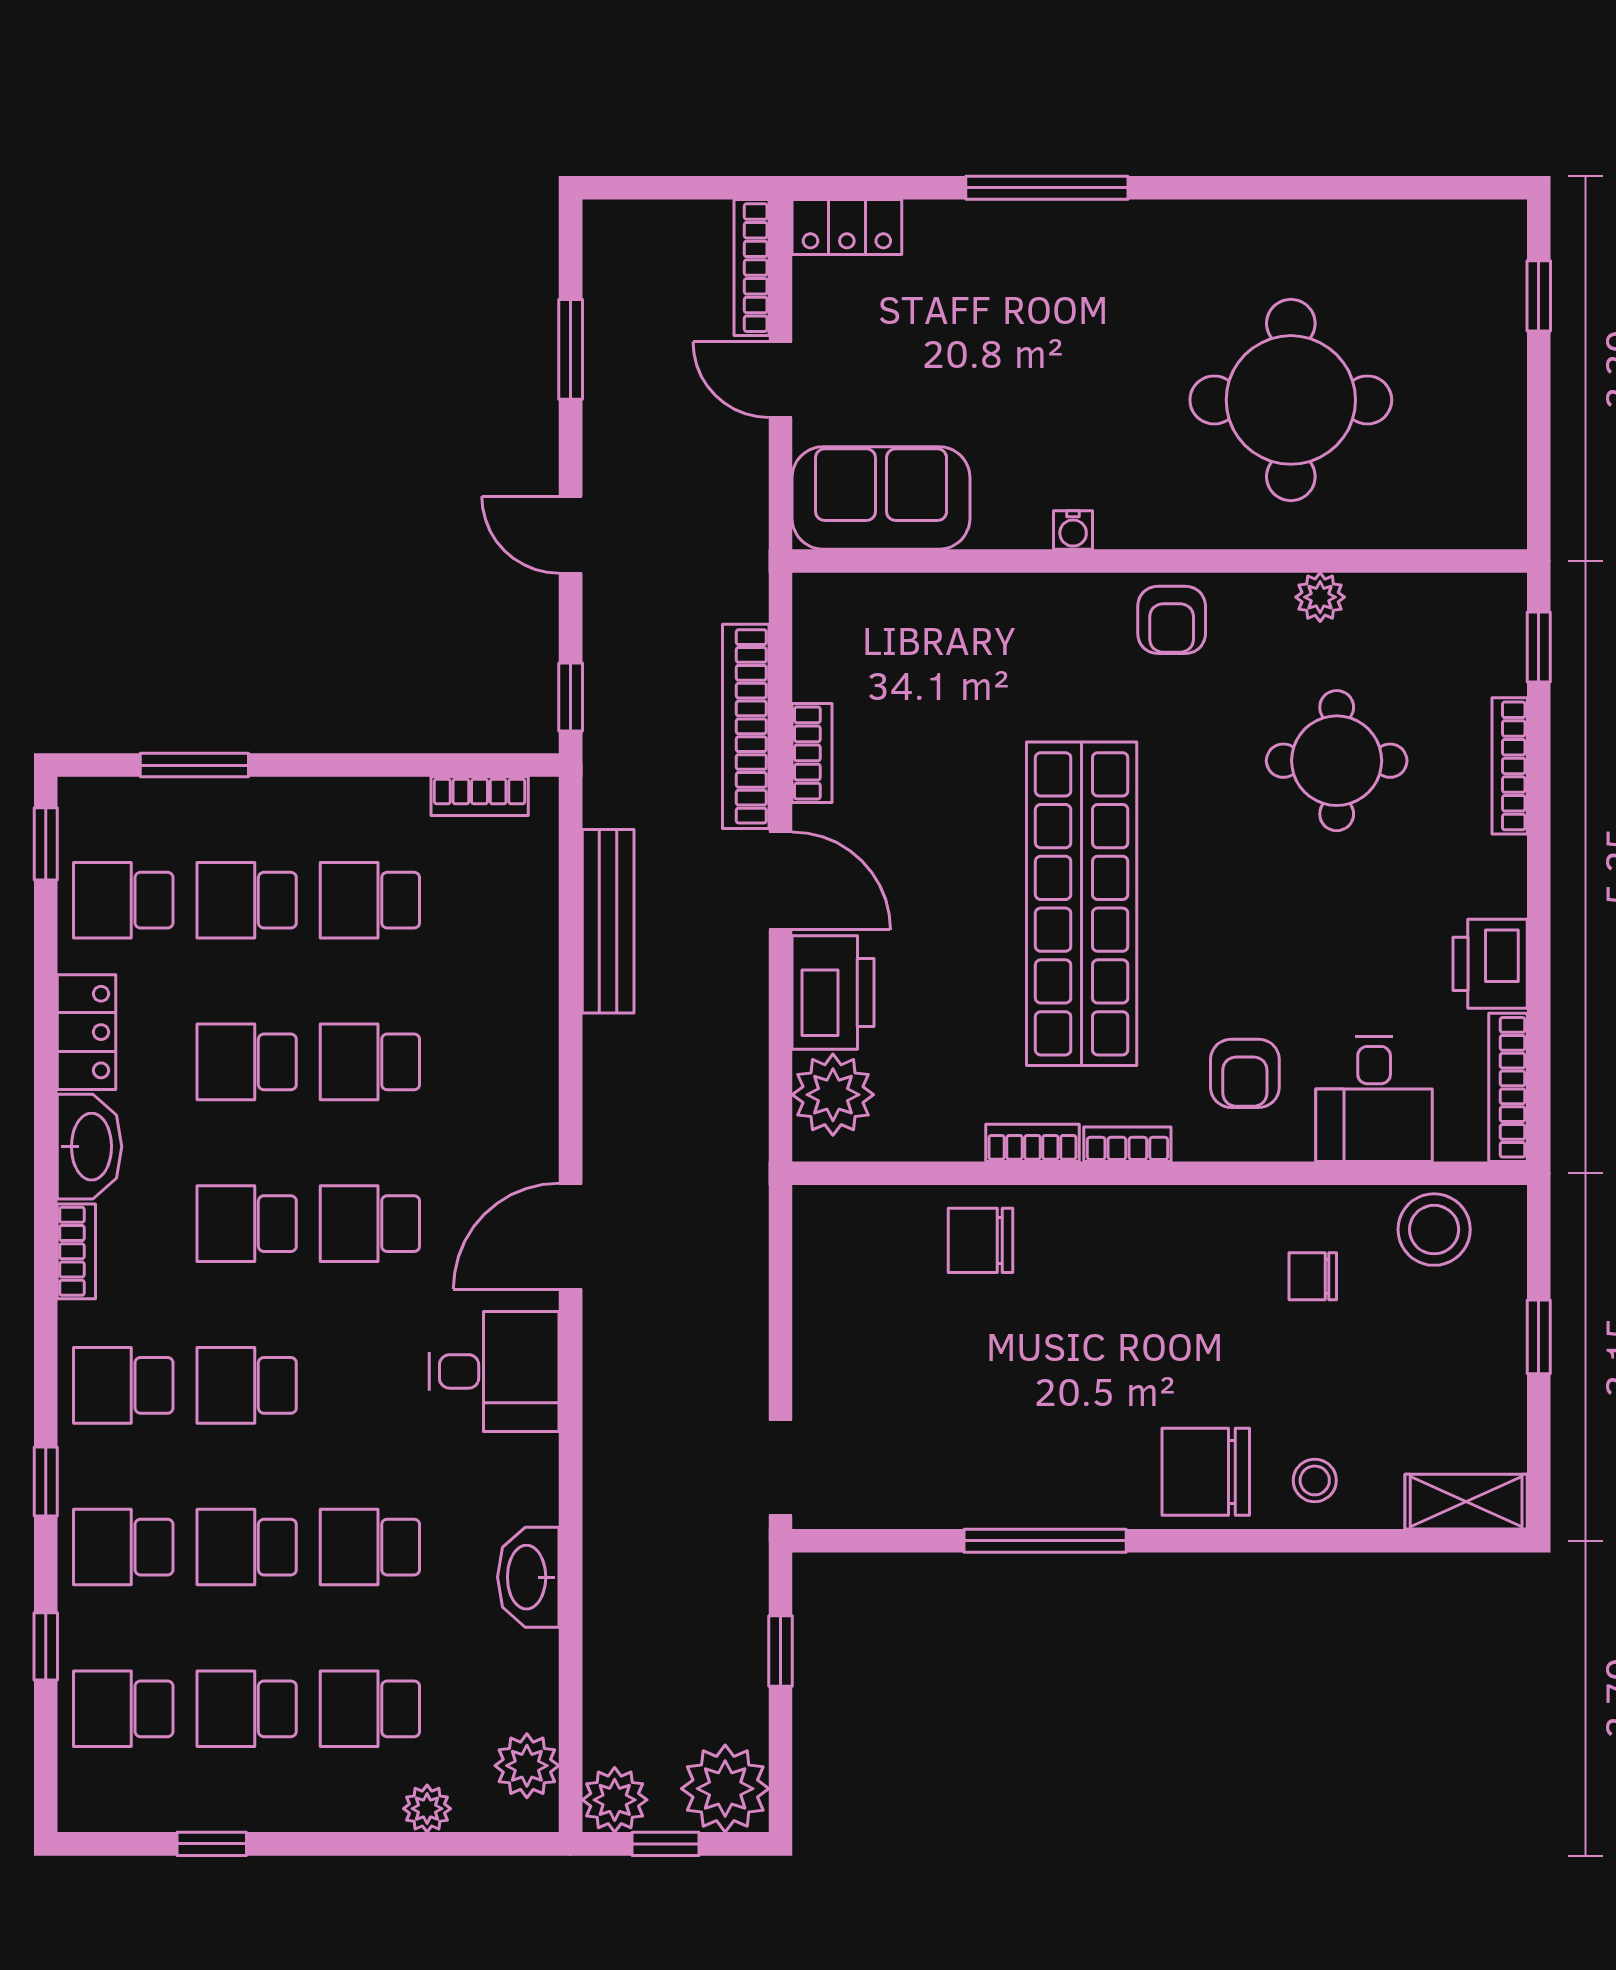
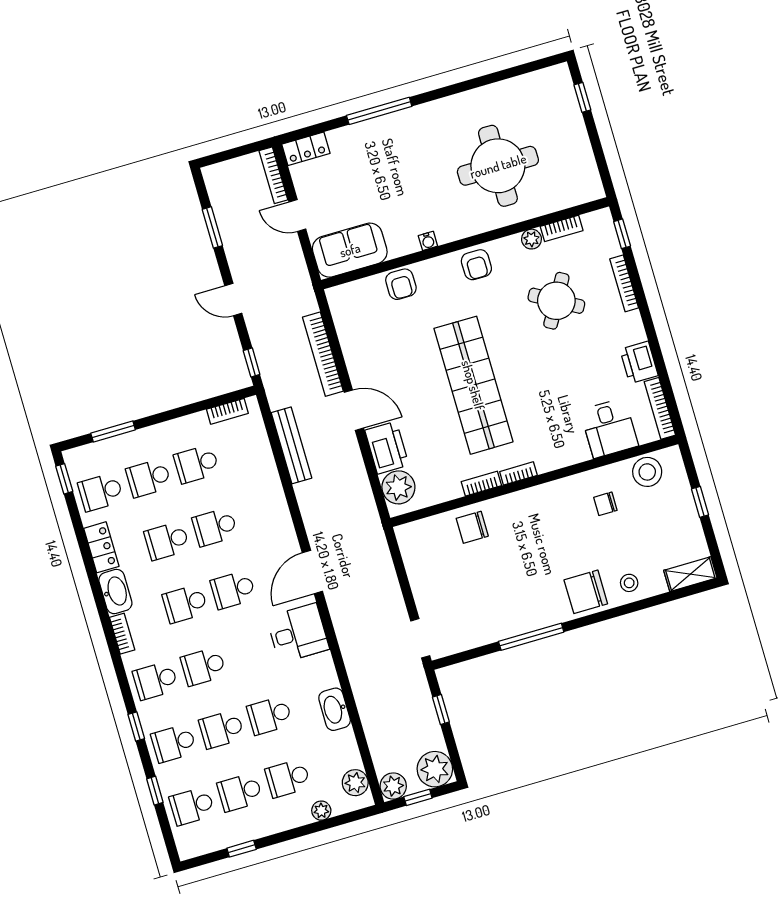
bookcase: (812, 753) -> (562, 228), moved, turned 90
round table: (1337, 761) -> (556, 301), turned 30
armchair: (1245, 1073) -> (401, 284), moved

